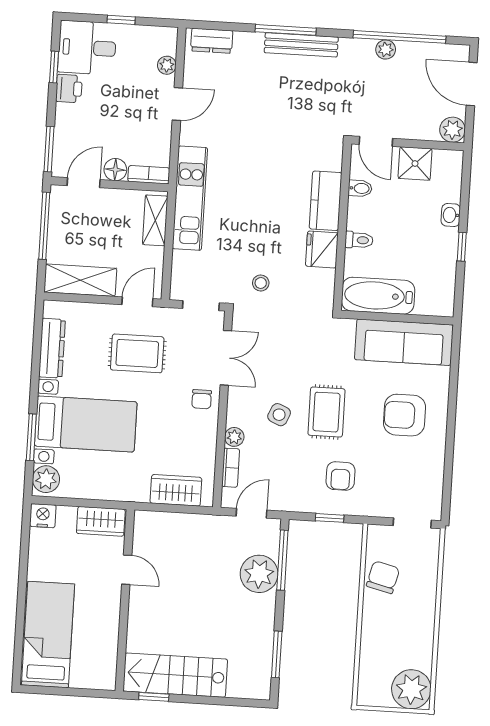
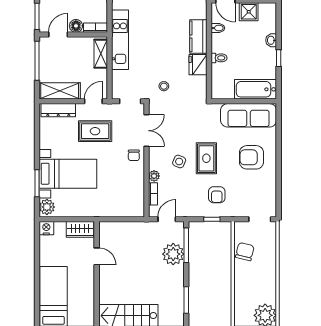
bathtub: (378, 296) -> (256, 89), moved
dresser: (52, 348) -> (58, 110), moved, turned 90
wardrobe: (176, 490) -> (122, 209), removed

